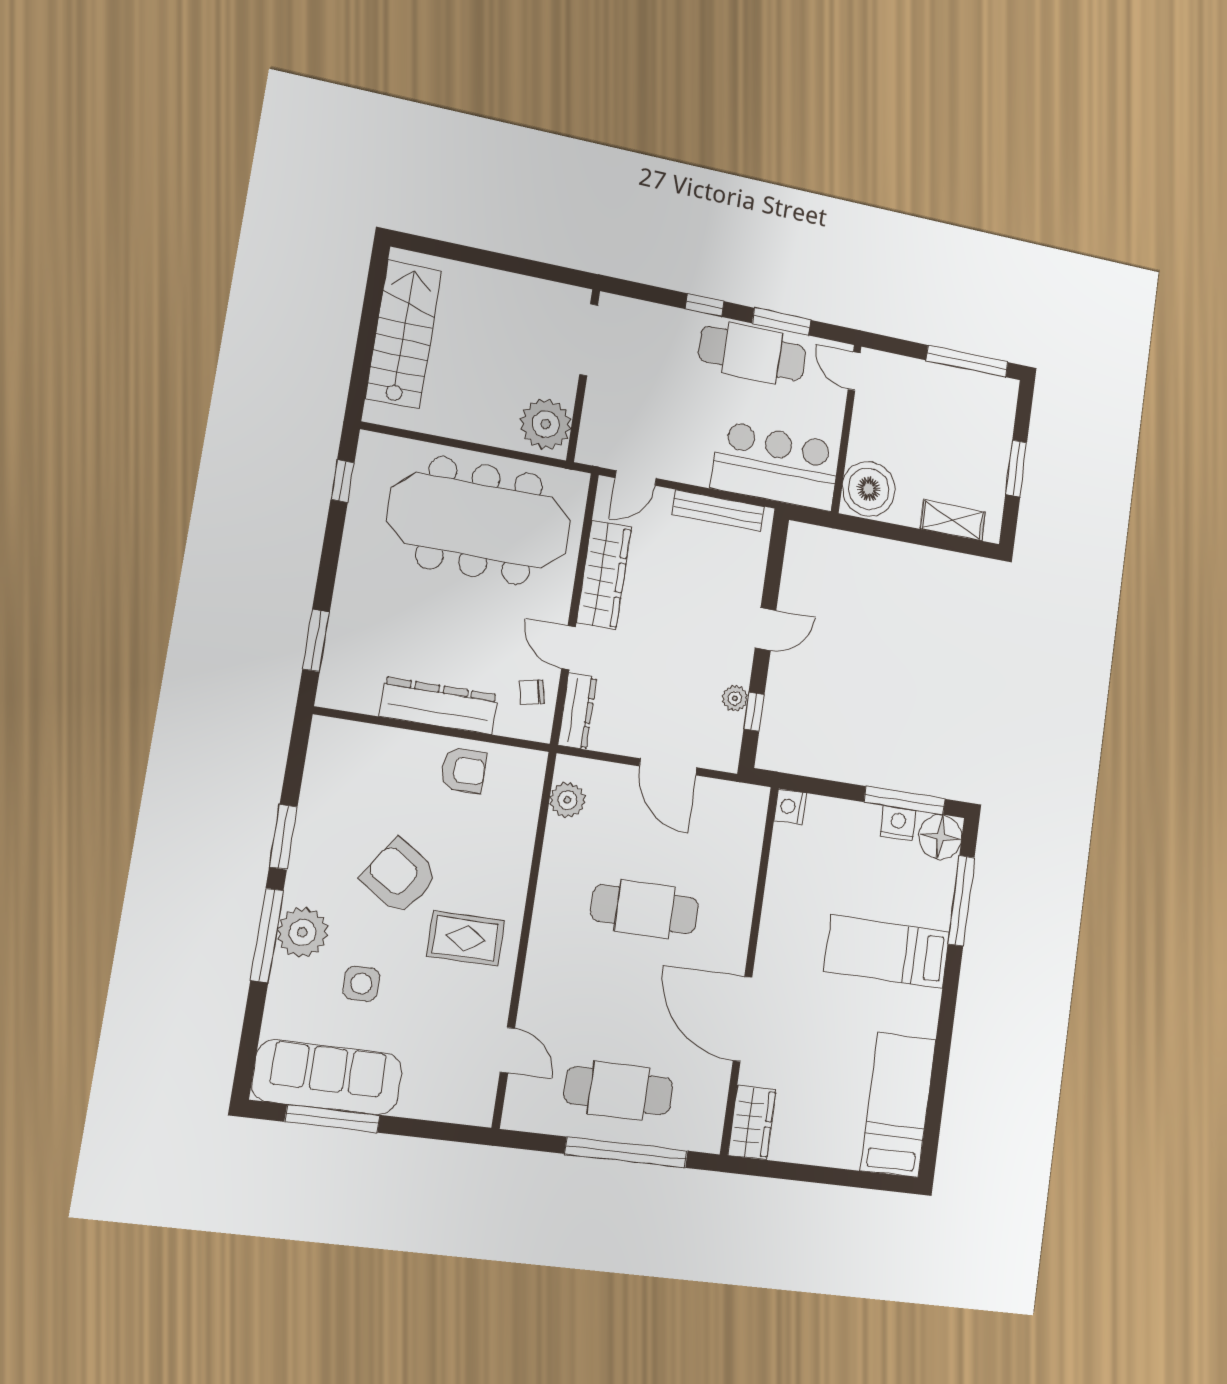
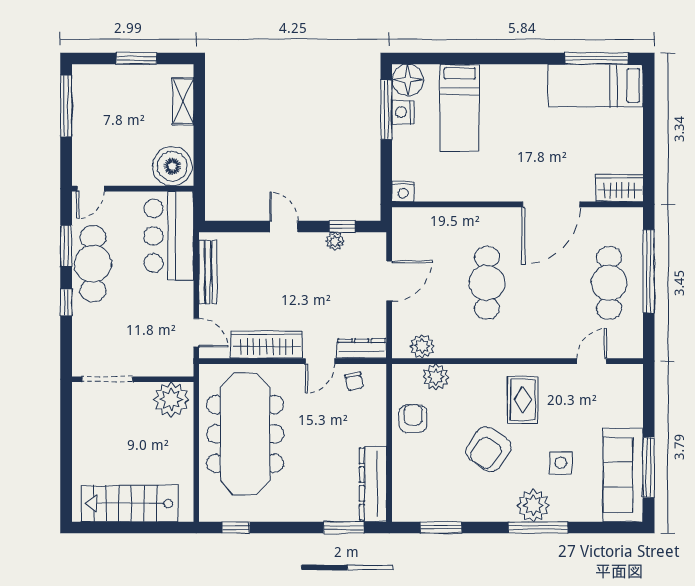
dresser: (439, 706) -> (373, 484), moved
plant: (520, 814) -> (436, 377), added
window: (283, 837) -> (441, 527), moved
window: (961, 901) -> (596, 58), moved
bed: (887, 952) -> (460, 108), moved

